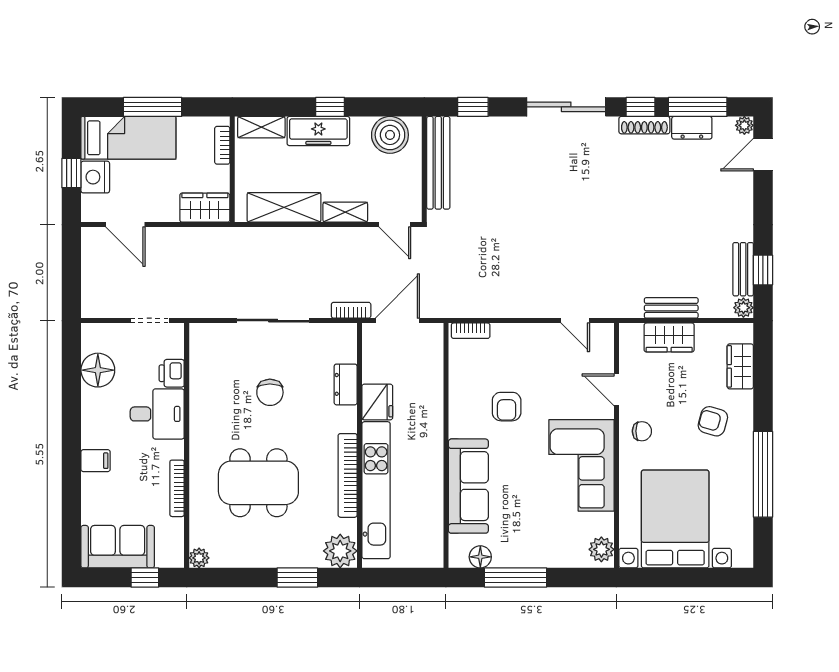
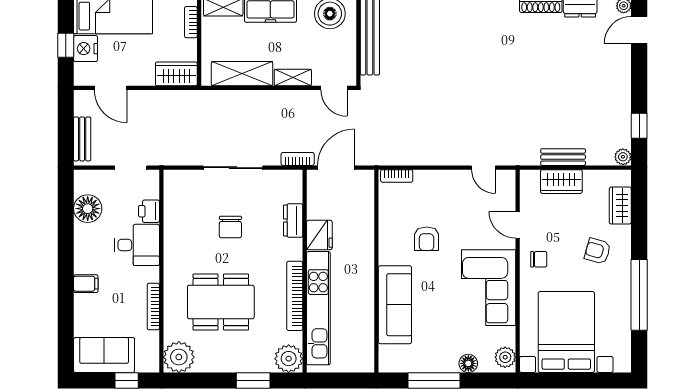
bench: (743, 269) -> (82, 139), moved
floor lamp: (480, 557) -> (468, 363), moved
plant: (199, 558) -> (179, 357), width x1.87, depth x1.87

